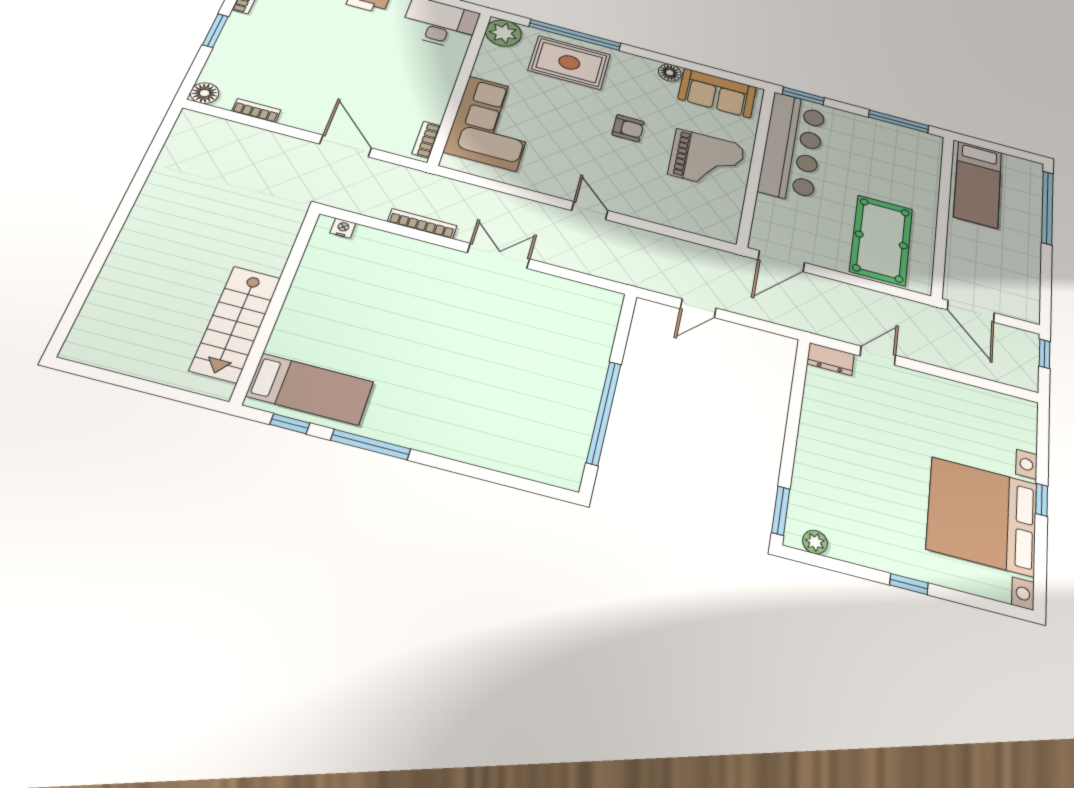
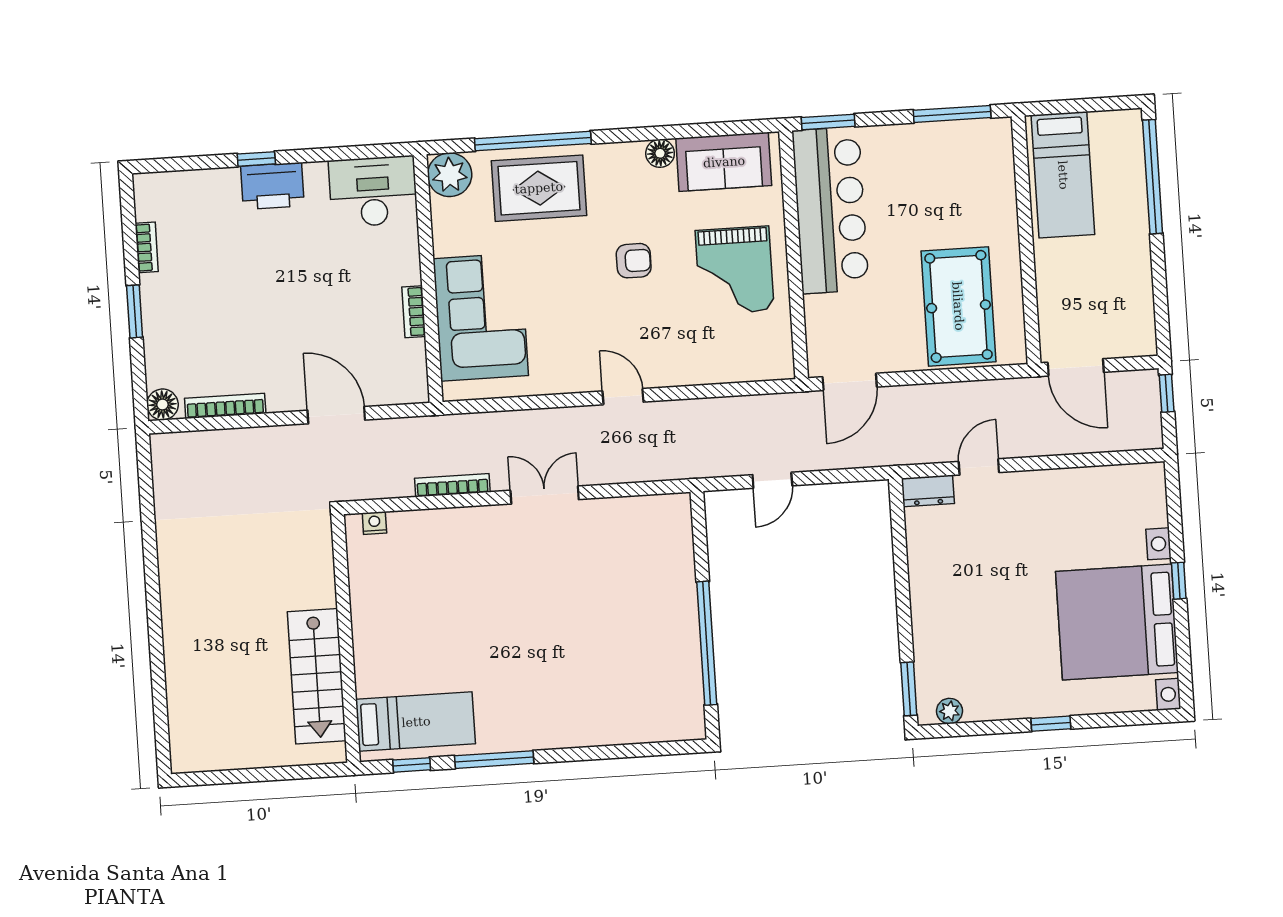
bookcase: (256, 111) -> (225, 406), width x1.56
bookcase: (426, 140) -> (414, 312), moved
grand piano: (707, 160) -> (735, 270), turned 91

